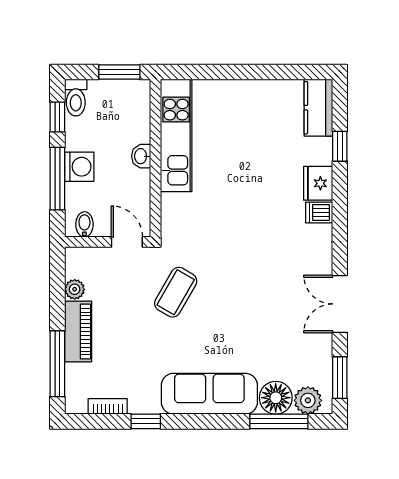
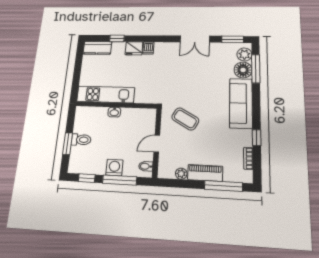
toilet: (76, 98) -> (81, 140), moved
kitchen unit: (176, 135) -> (106, 94), moved
washbasin: (141, 156) -> (114, 112), moved
wall: (155, 158) -> (116, 105), moved

